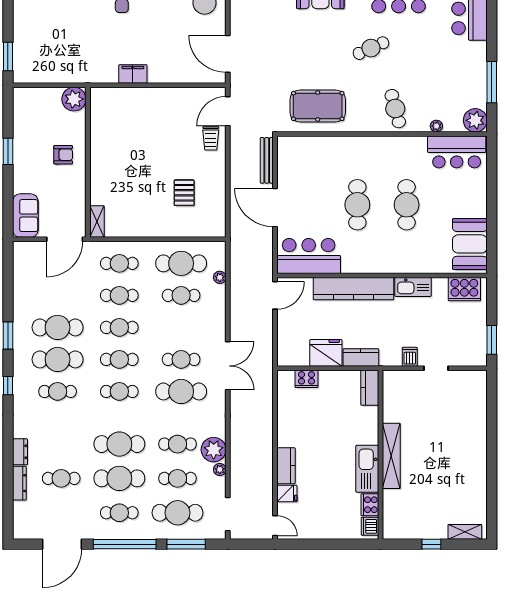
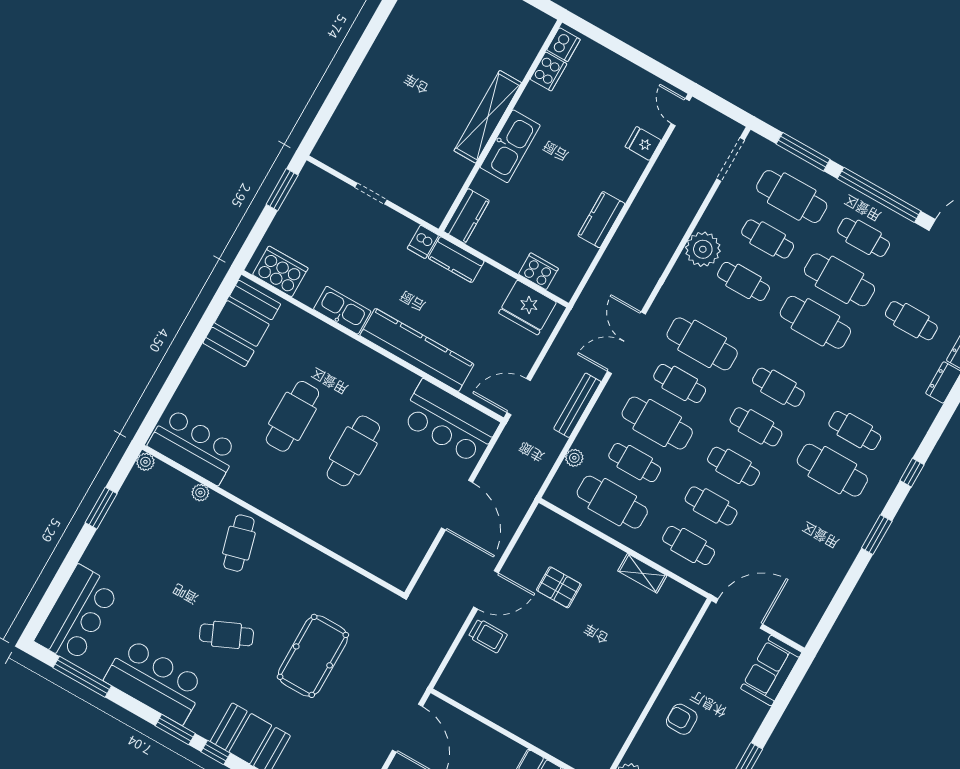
window: (492, 82) -> (101, 508), width x0.69
pool table: (318, 106) -> (313, 656), moved, turned 90
door: (228, 111) -> (486, 590), moved
plant: (475, 120) -> (145, 462), width x0.53, depth x0.53
trolley: (211, 138) -> (488, 636), turned 90
bench: (267, 160) -> (577, 405), moved
pallet: (184, 193) -> (559, 587), turned 90
shelving: (97, 222) -> (642, 573), moved, turned 90
cafe table: (58, 327) -> (657, 423), moved
fridge: (326, 353) -> (527, 308), moved
dishwasher: (410, 357) -> (423, 242), moved
kitchen counter: (286, 466) -> (601, 220), moved
plant: (220, 469) -> (709, 220), removed
kitchen sink: (367, 469) -> (510, 146), moved

